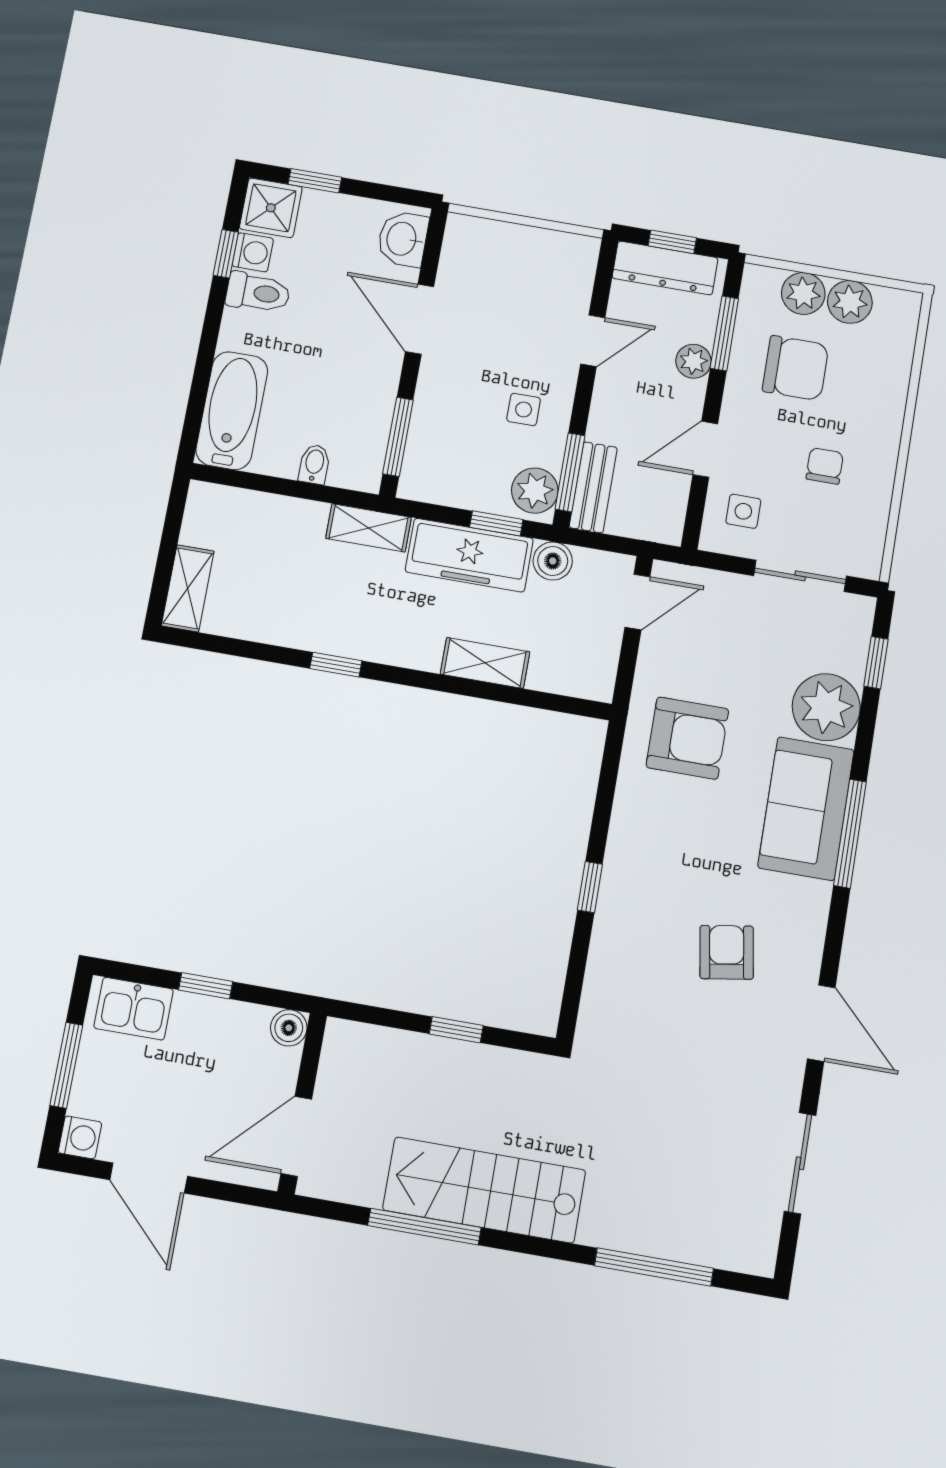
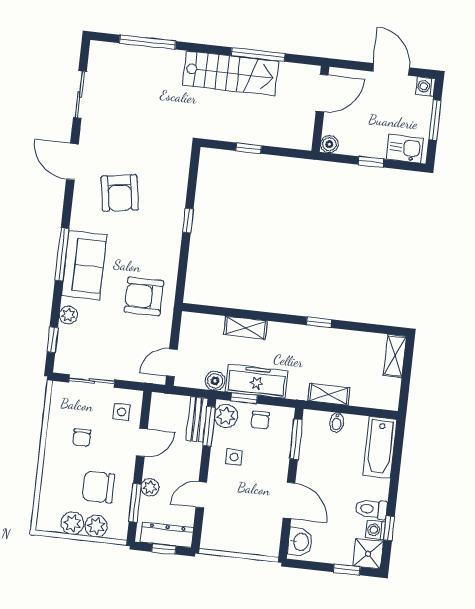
chair: (467, 478) -> (260, 420), added
shelving: (369, 528) -> (329, 394), moved
plant: (826, 707) -> (68, 315), width x0.53, depth x0.53
armchair: (727, 952) -> (120, 193), width x1.38, depth x1.38

